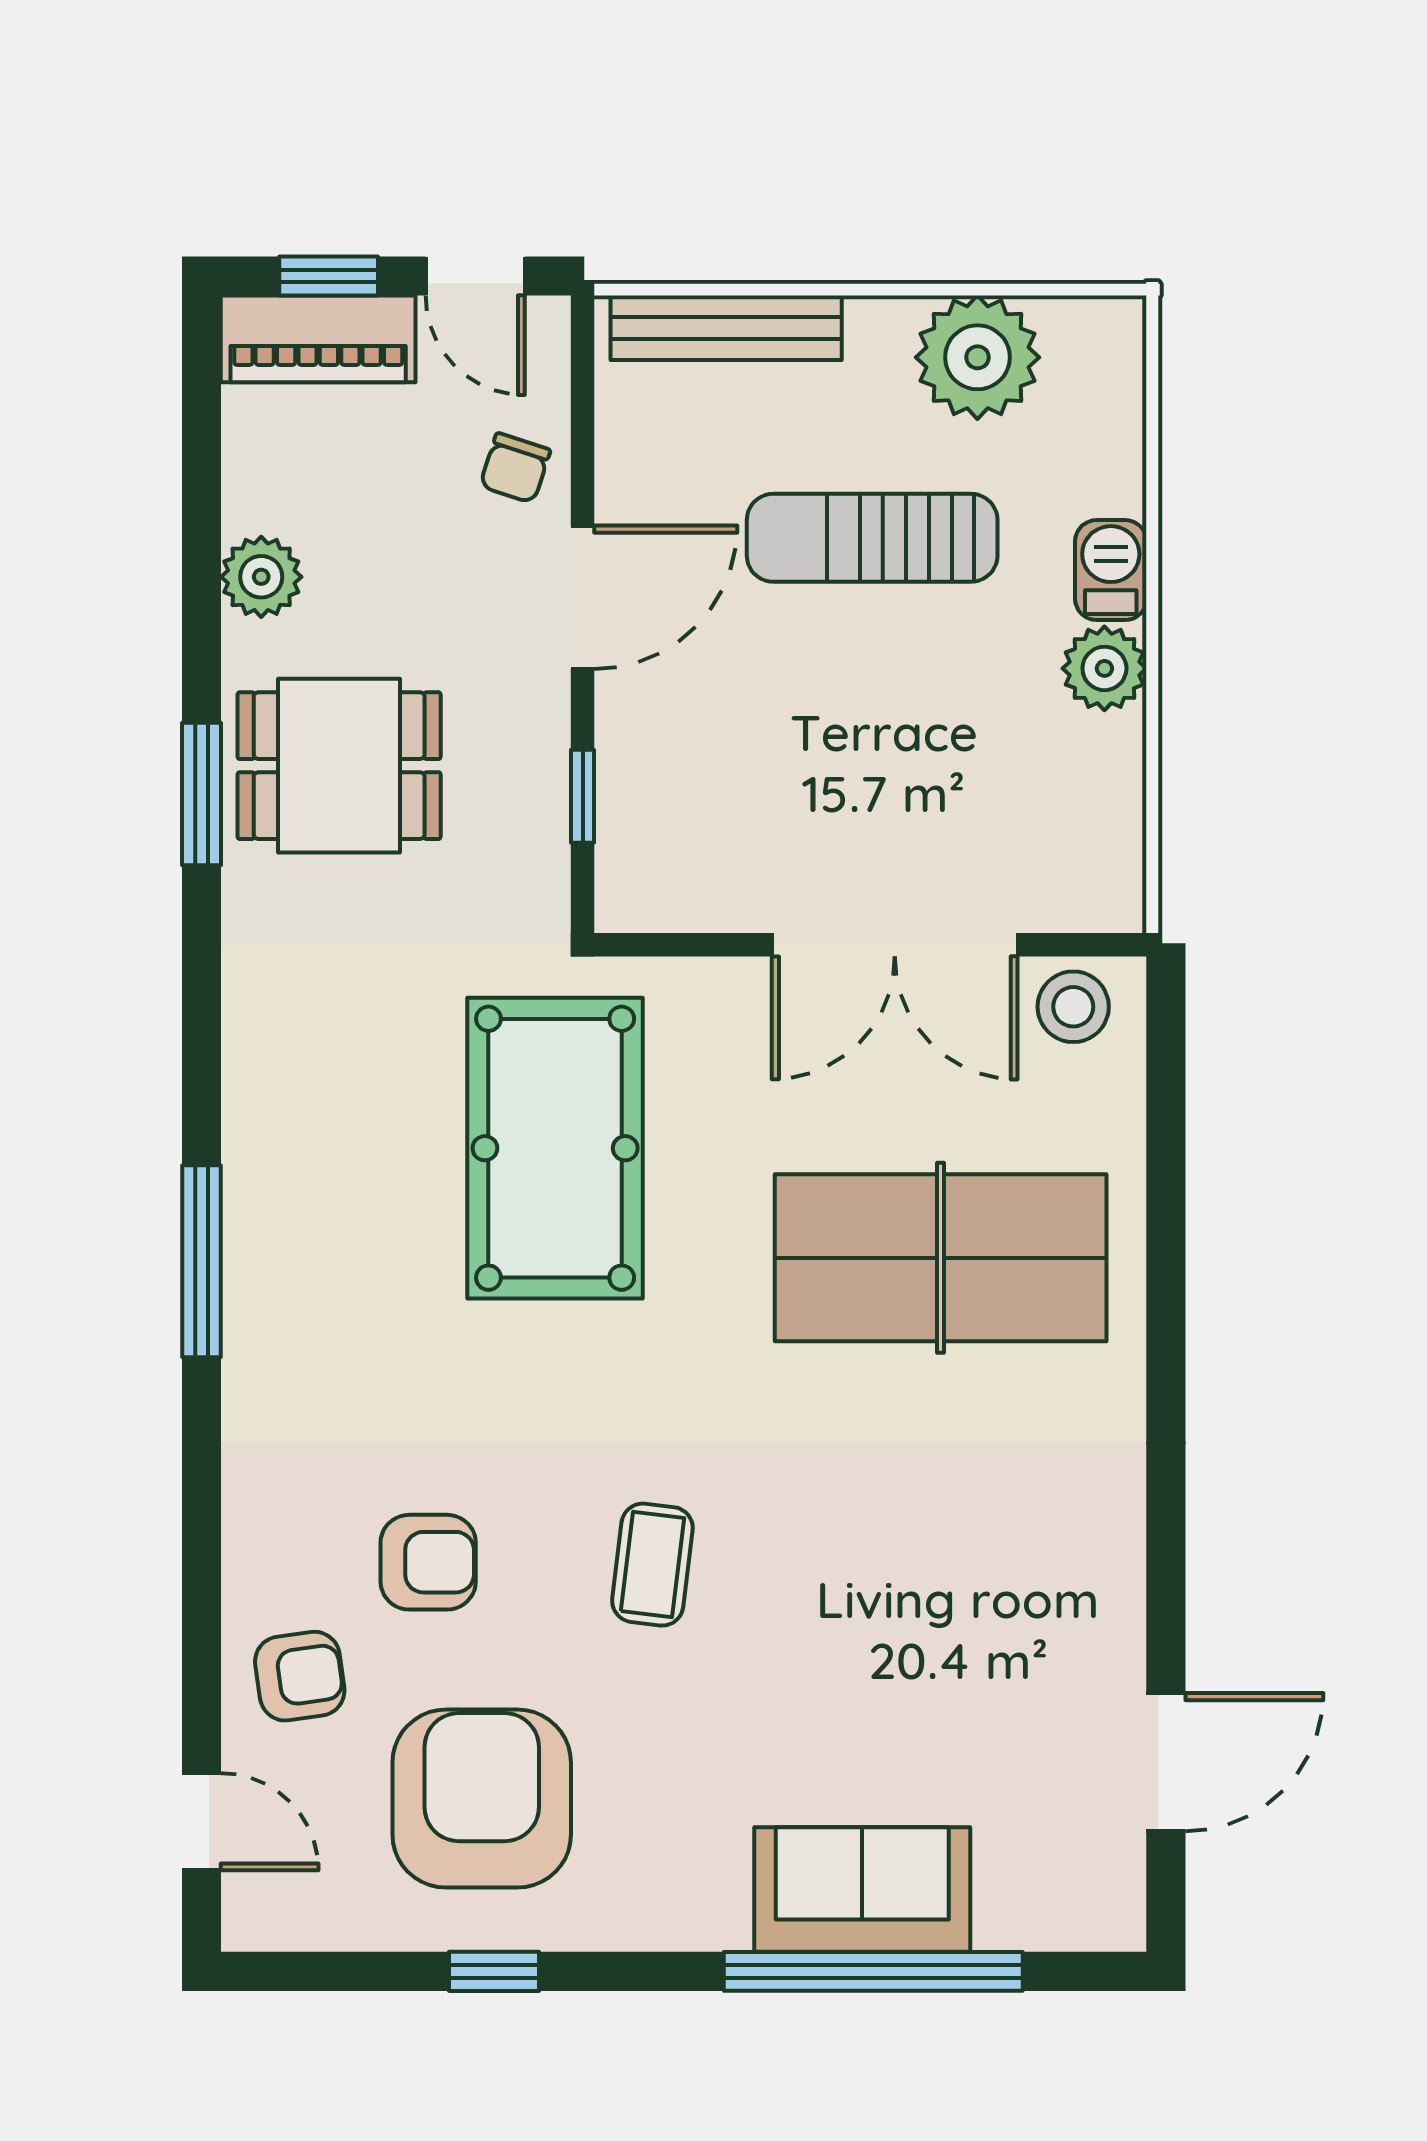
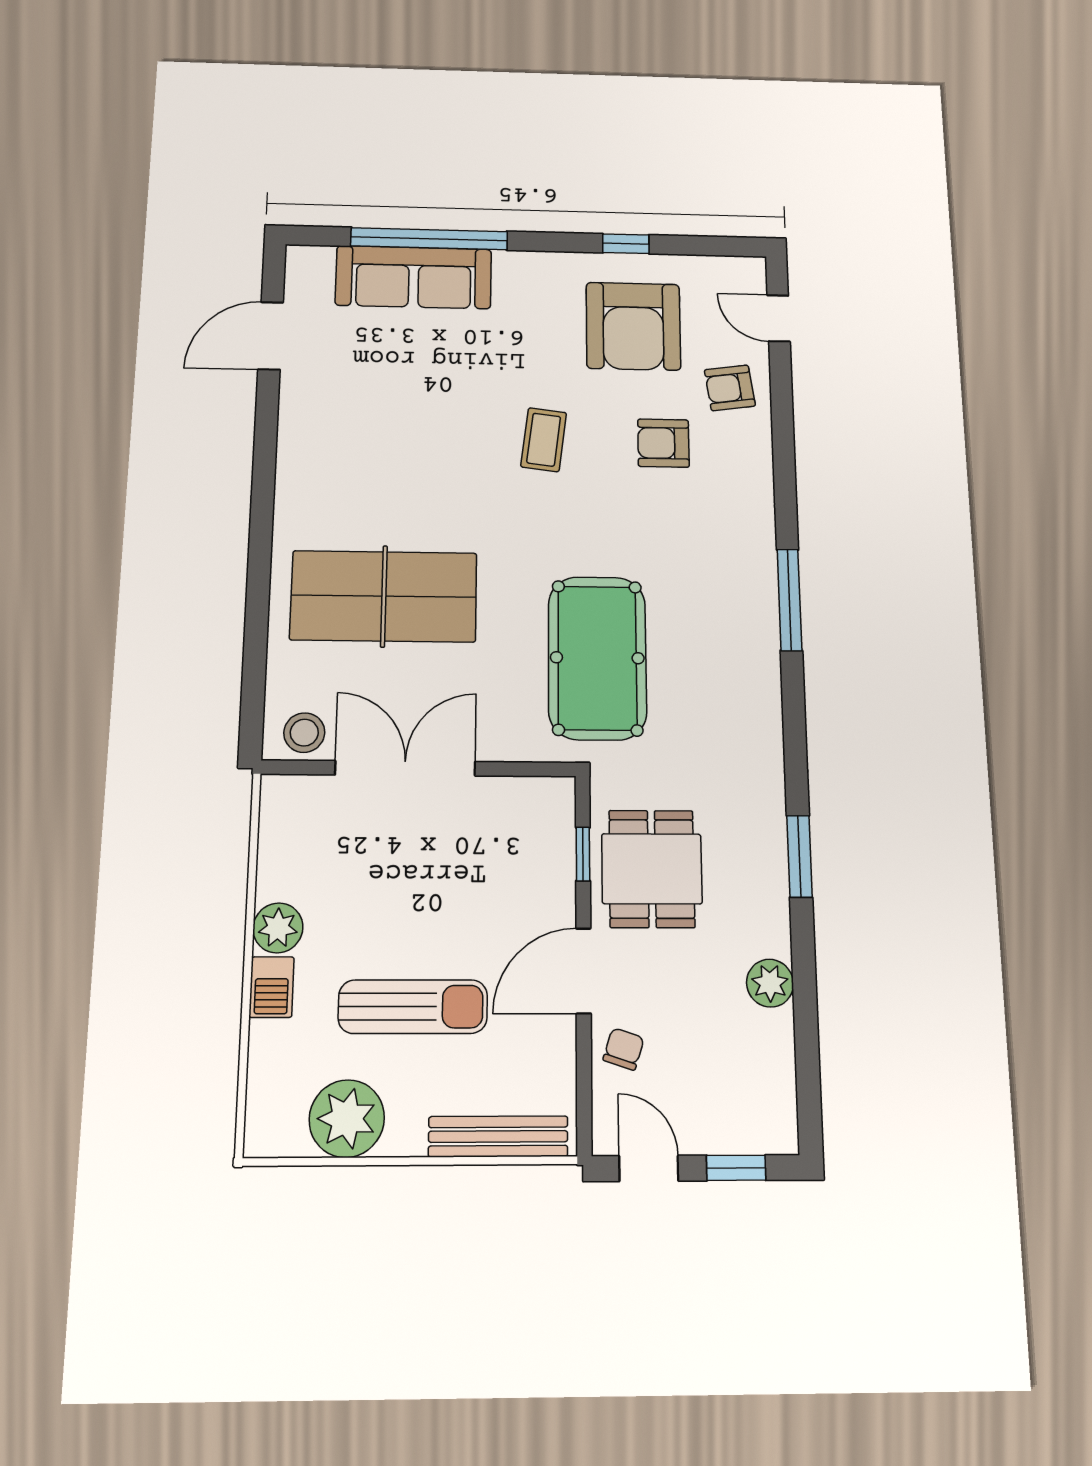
piano: (318, 339) -> (741, 1128), removed
dining table: (339, 766) -> (652, 869), moved, turned 90
sofa: (862, 1890) -> (414, 277), width x1.36

